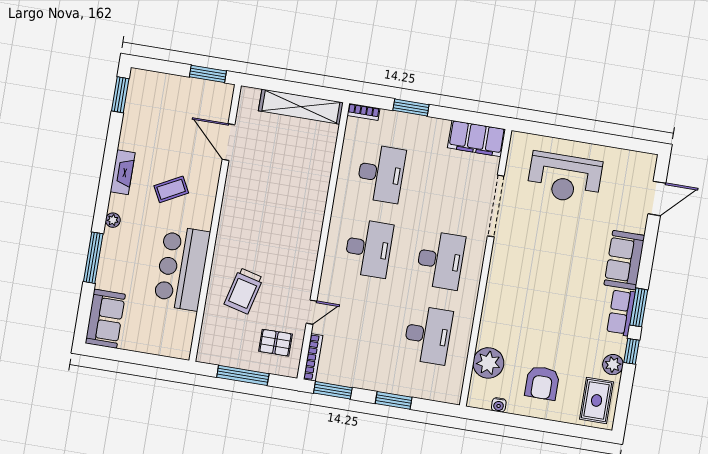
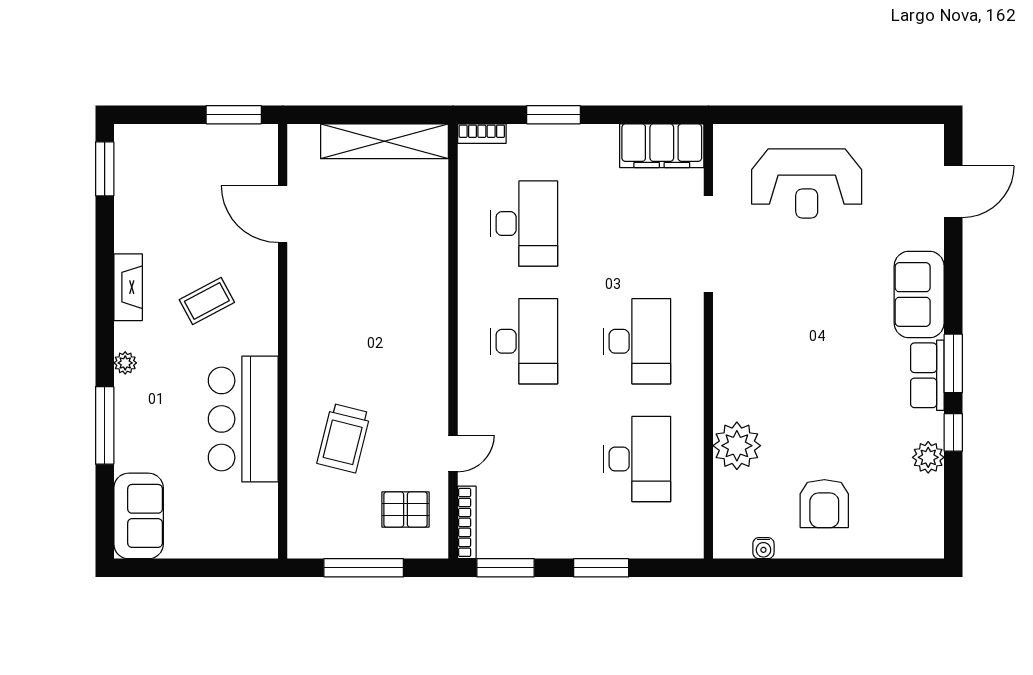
plant: (488, 363) -> (737, 446), moved
rug: (597, 400) -> (912, 517), removed

